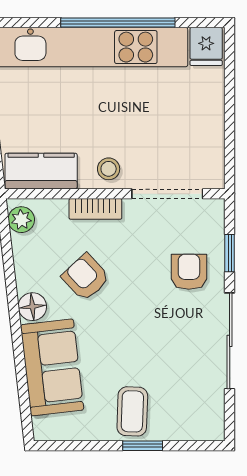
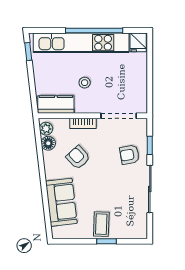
stool: (109, 169) -> (85, 83), moved
armchair: (189, 272) -> (130, 155), turned -100
floor lamp: (32, 307) -> (48, 143), moved

